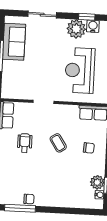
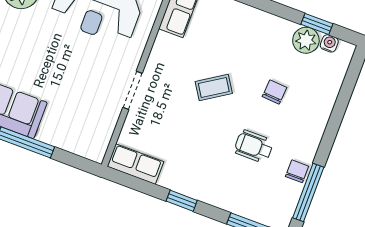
wheelchair: (25, 143) -> (254, 146), moved
chair: (89, 148) -> (275, 92), moved

